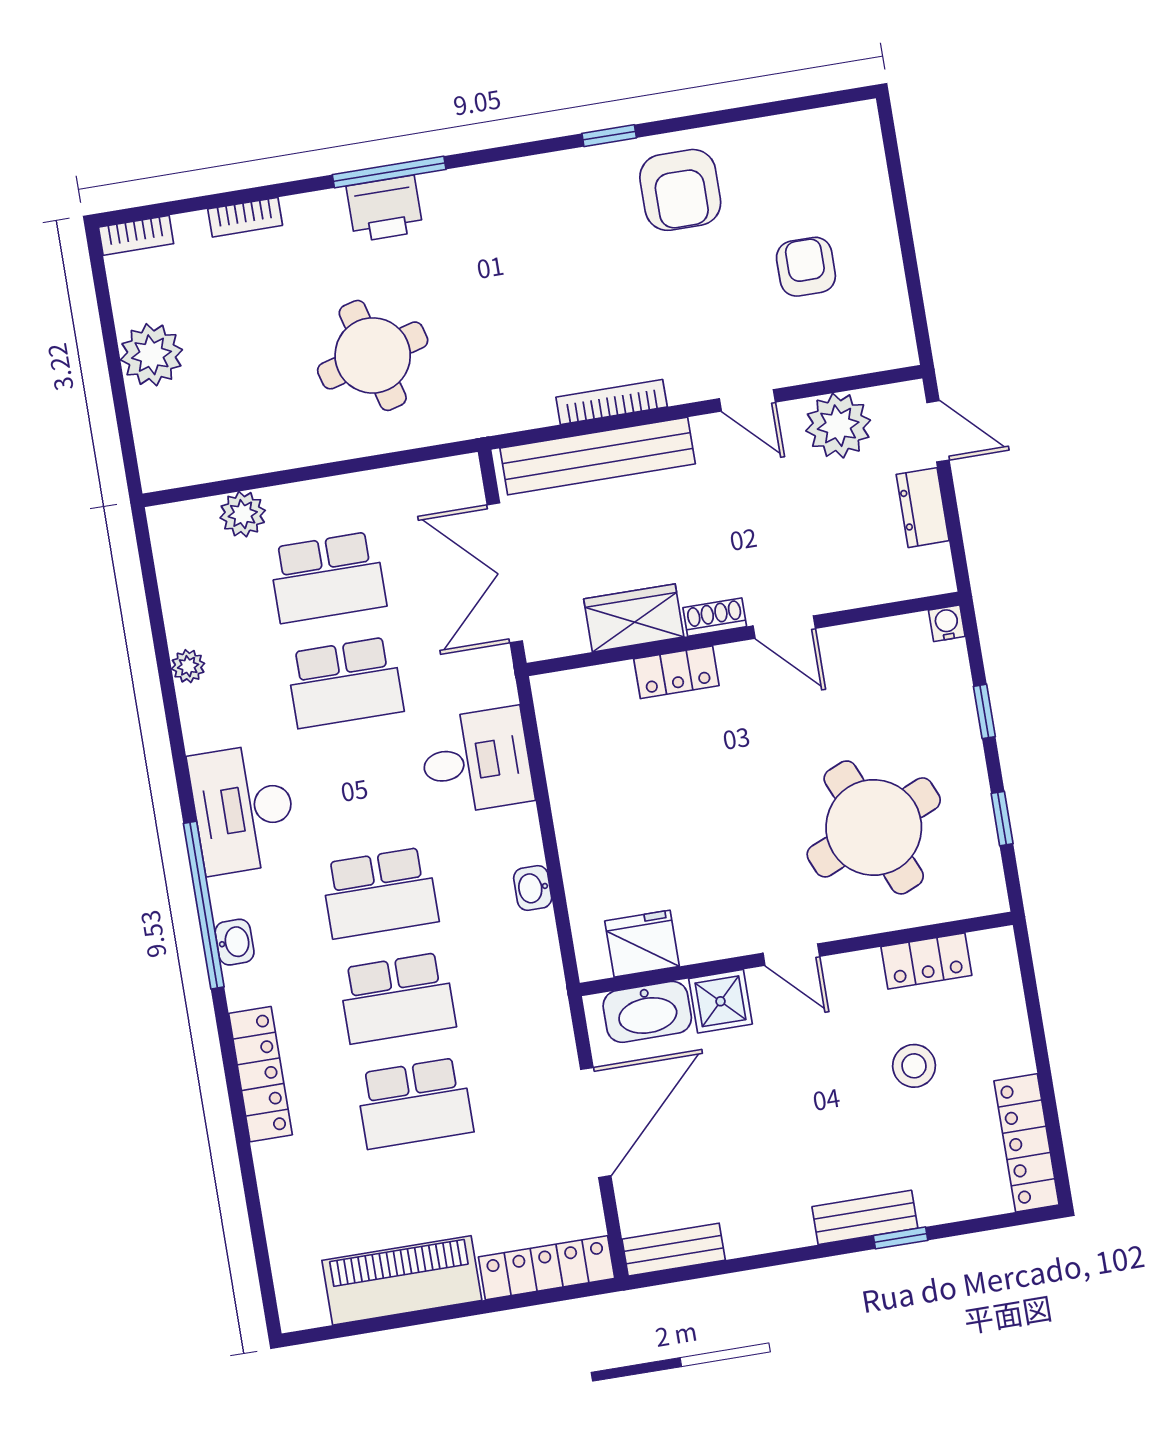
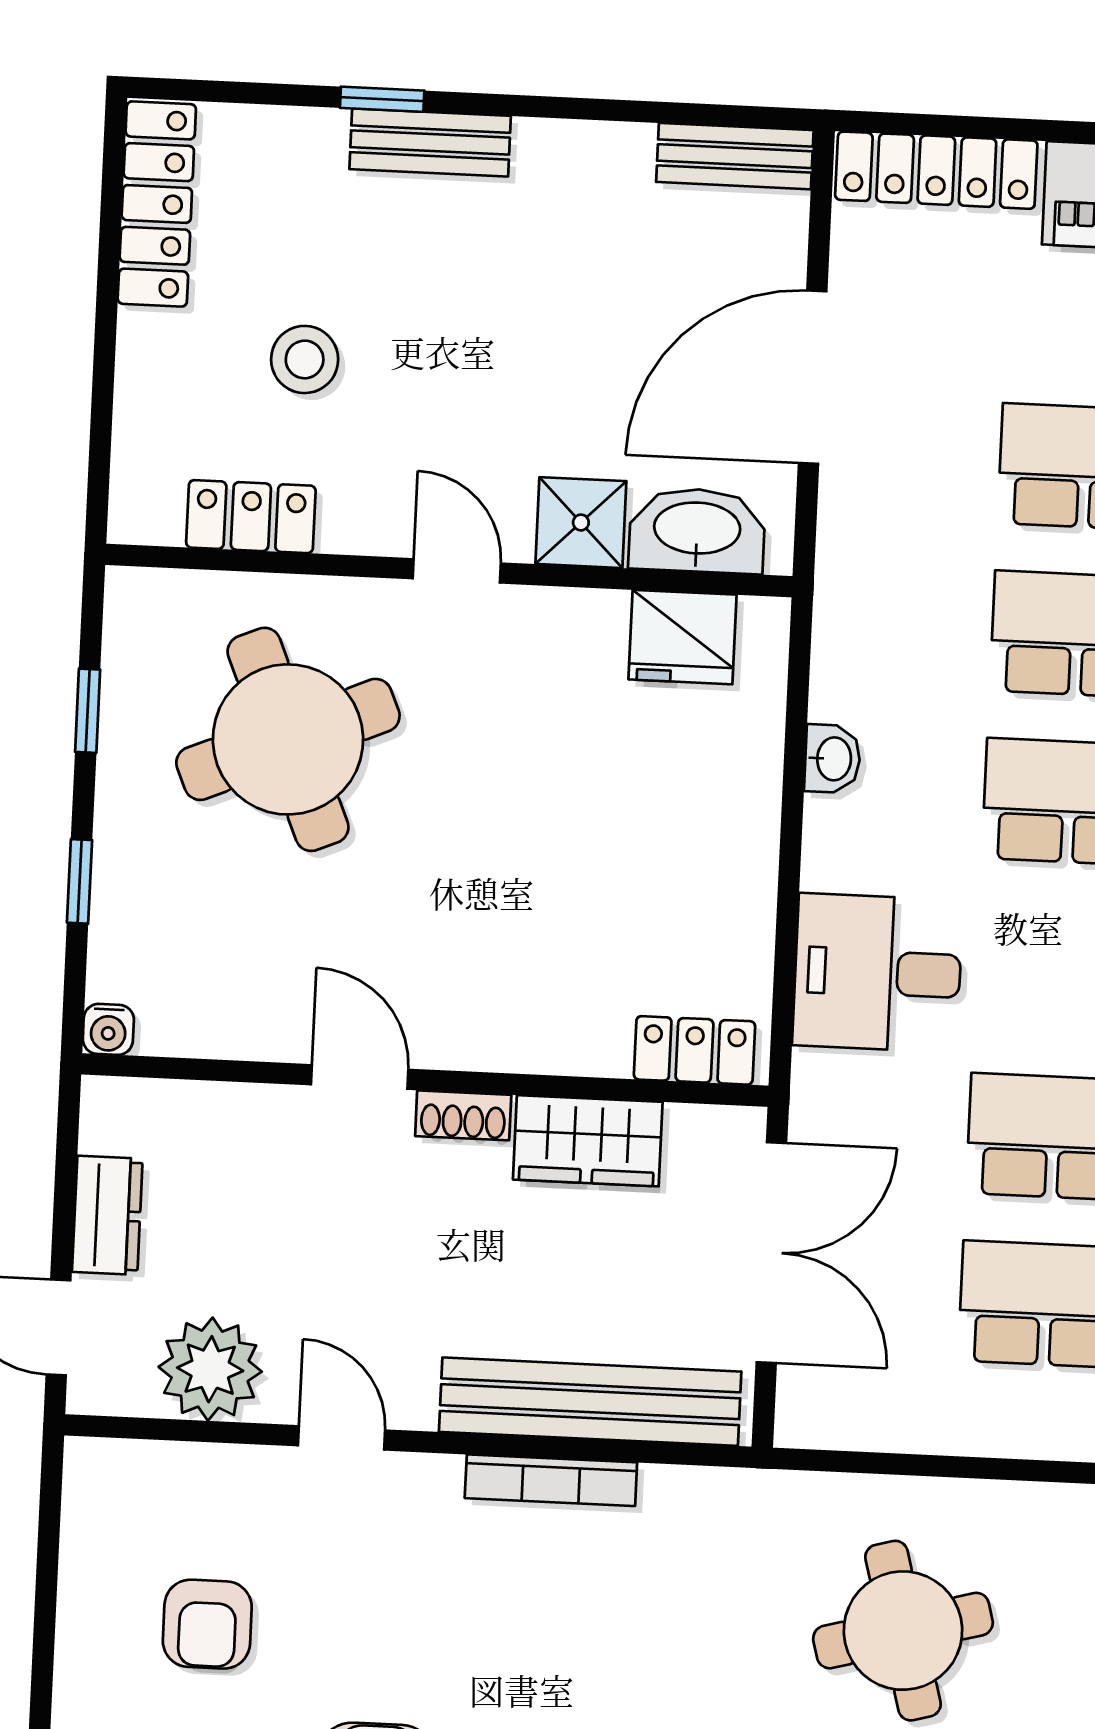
locker: (676, 672) -> (694, 1050), moved

